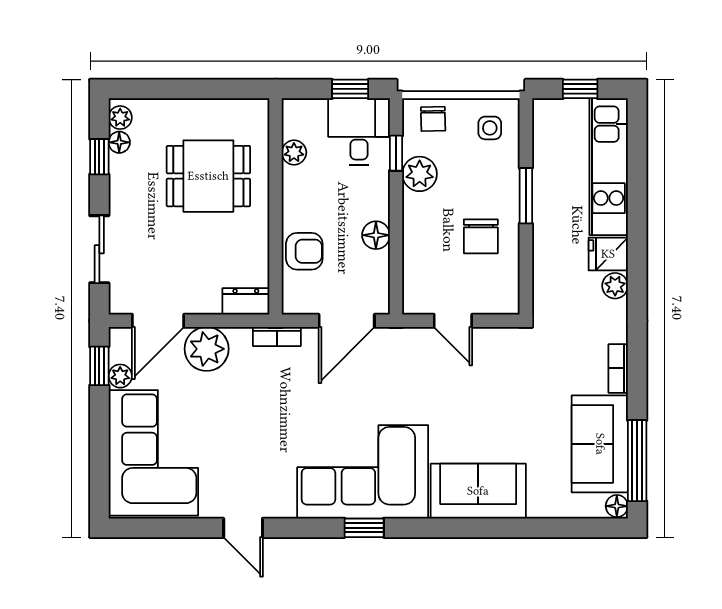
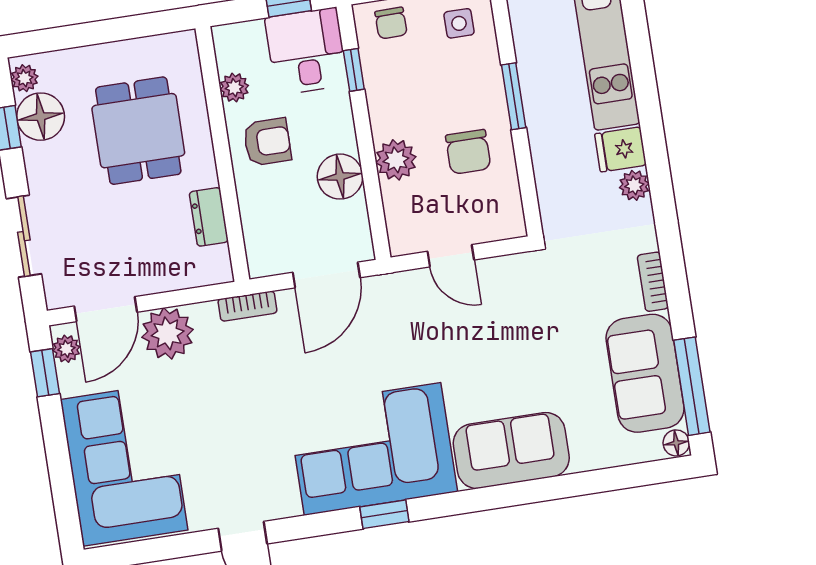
floor lamp: (119, 142) -> (41, 117), width x1.89, depth x1.89
plant: (420, 174) -> (396, 160), moved
dining table: (208, 176) -> (138, 131), turned 90
floor lamp: (376, 235) -> (340, 177), width x1.38, depth x1.38
armchair: (304, 251) -> (267, 142), moved
dresser: (246, 301) -> (209, 217), moved, turned -90
plant: (120, 376) -> (66, 349), moved

